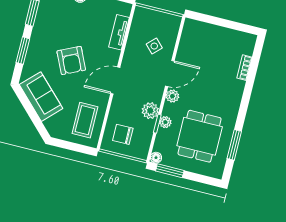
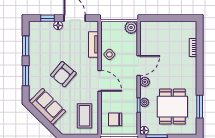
side table: (154, 46) -> (109, 54), moved
armchair: (71, 60) -> (63, 74), turned 65
door: (115, 80) -> (100, 81), swing flipped
plant: (150, 111) -> (131, 27), moved

